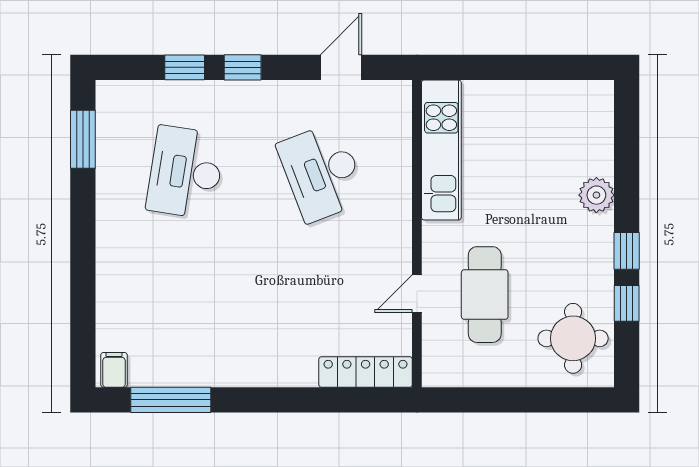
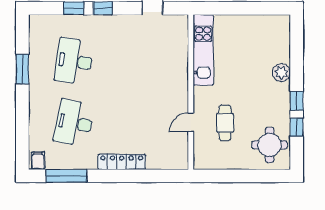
window: (83, 139) -> (22, 69), moved
desk: (322, 172) -> (74, 123), moved, turned 33
cafe table: (485, 295) -> (225, 123), width x0.73, depth x0.74
locker: (366, 372) -> (122, 162), moved

